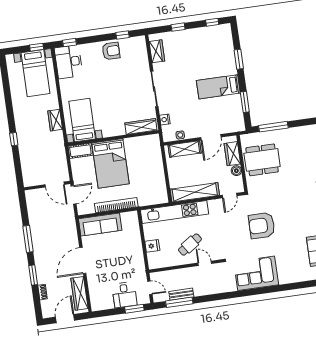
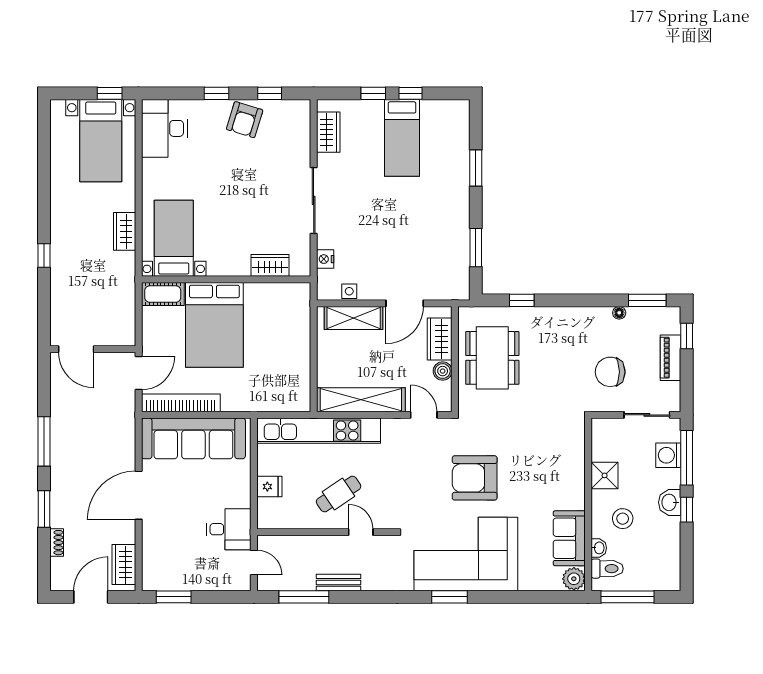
window: (212, 22) -> (410, 93), moved
window: (69, 43) -> (216, 93), moved
armchair: (111, 51) -> (245, 120), turned 107
bed: (218, 87) -> (402, 138), moved, turned -90
wardrobe: (141, 127) -> (270, 265), width x0.67
window: (273, 127) -> (522, 300), width x0.46
dining table: (262, 160) -> (492, 358), turned 90
door: (55, 185) -> (76, 349), moved
door: (230, 196) -> (424, 415), swing flipped
bookcase: (116, 205) -> (181, 403), moved
sofa: (100, 224) -> (193, 438), width x1.36, depth x1.27
corner sofa: (256, 273) -> (466, 554), width x1.36, depth x1.36
window: (257, 291) -> (450, 597), added
wardrobe: (79, 293) -> (124, 565), width x0.67
bench: (181, 294) -> (339, 582), moved
desk: (125, 295) -> (229, 529), moved, turned -90
window: (134, 309) -> (174, 597), moved

